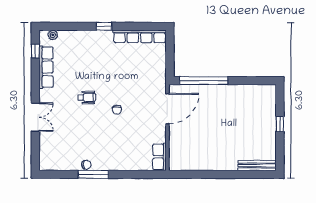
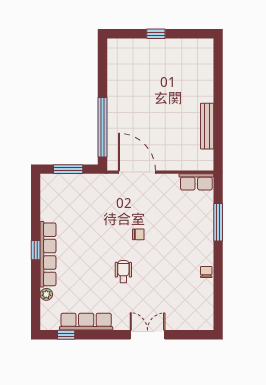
plant: (53, 35) -> (46, 294), moved
row of seats: (140, 36) -> (48, 254), moved
window: (170, 53) -> (68, 169), added
bench: (257, 165) -> (207, 126), moved
window: (93, 174) -> (218, 222), moved

